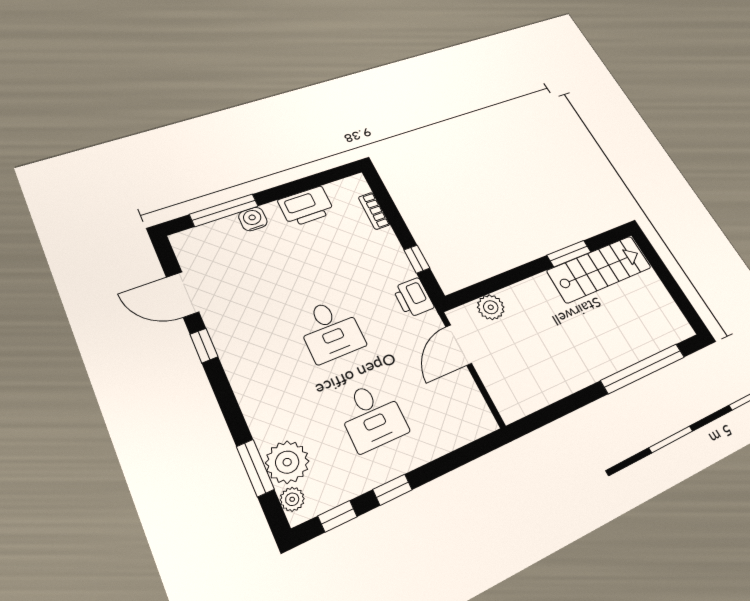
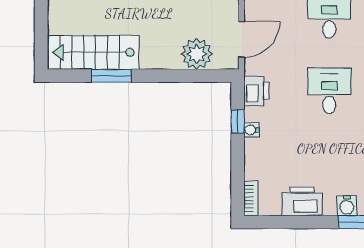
bookcase: (374, 211) -> (251, 198), moved
water cooler: (398, 256) -> (251, 130), added
plant: (491, 307) -> (197, 54), width x1.36, depth x1.36

